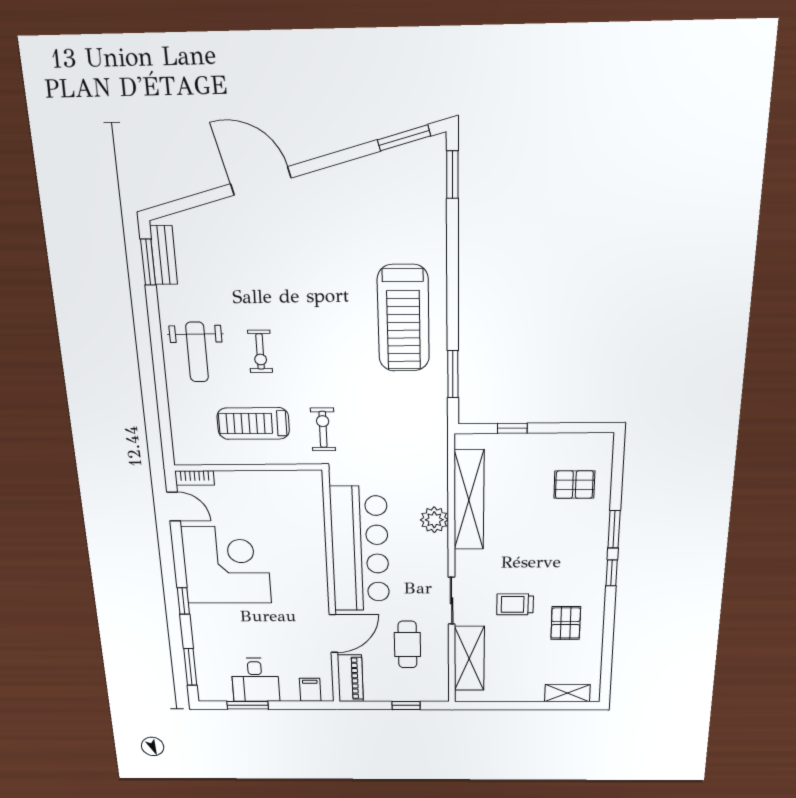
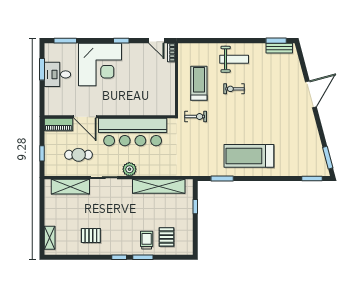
weight bench: (197, 352) -> (234, 59), turned 180
door: (174, 506) -> (156, 41), hinge flipped
plant: (434, 520) -> (129, 169), moved
corner desk: (226, 565) -> (100, 64), moved
window: (183, 601) -> (121, 41), moved
trolley: (515, 604) -> (147, 240), moved
filing cabinet: (310, 690) -> (51, 103), removed

